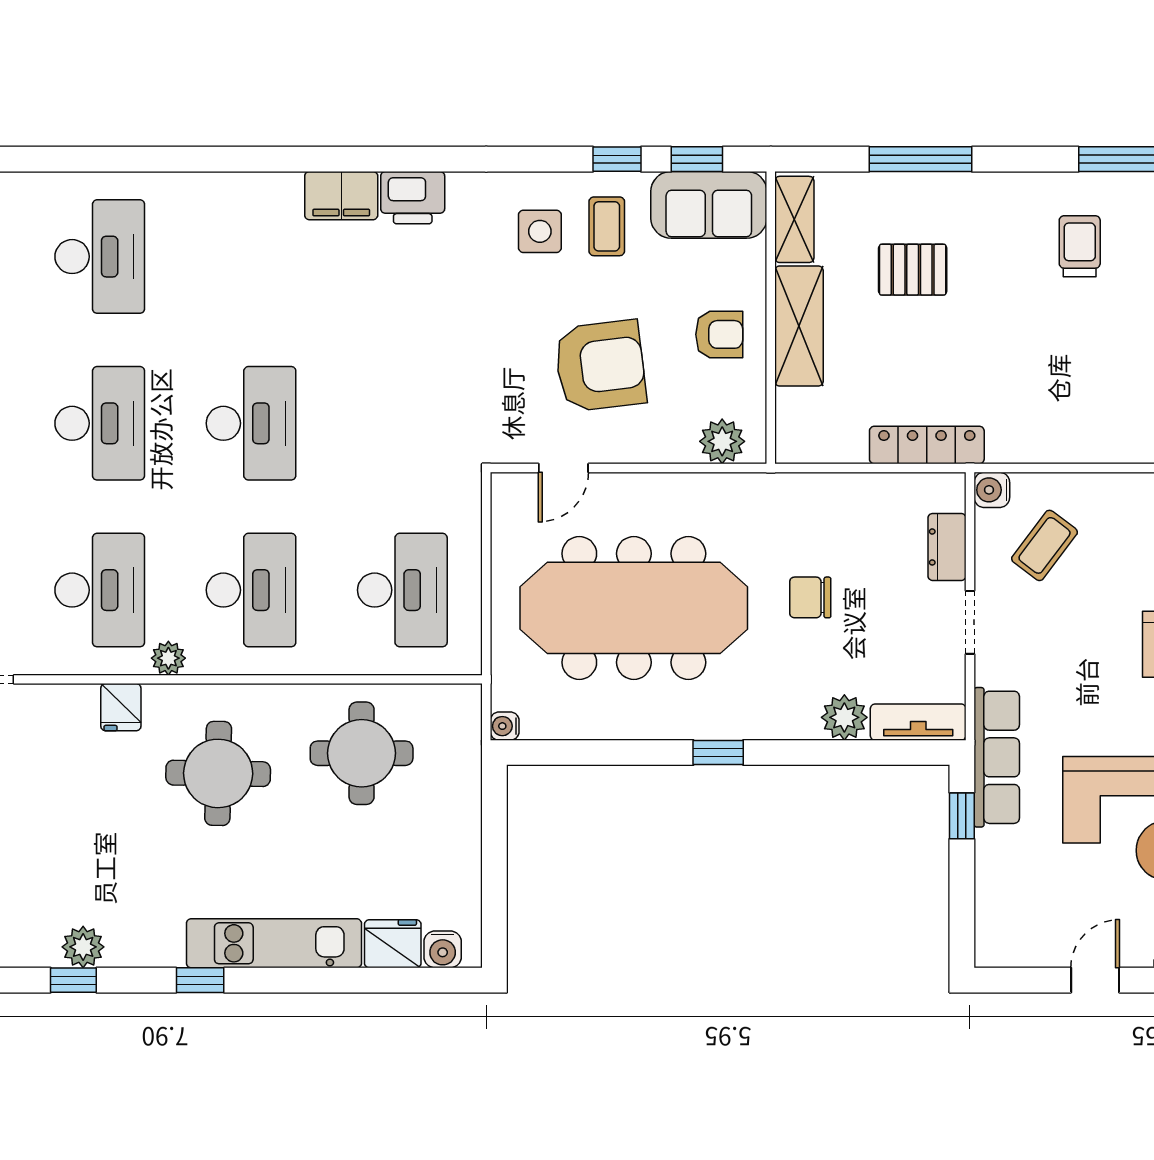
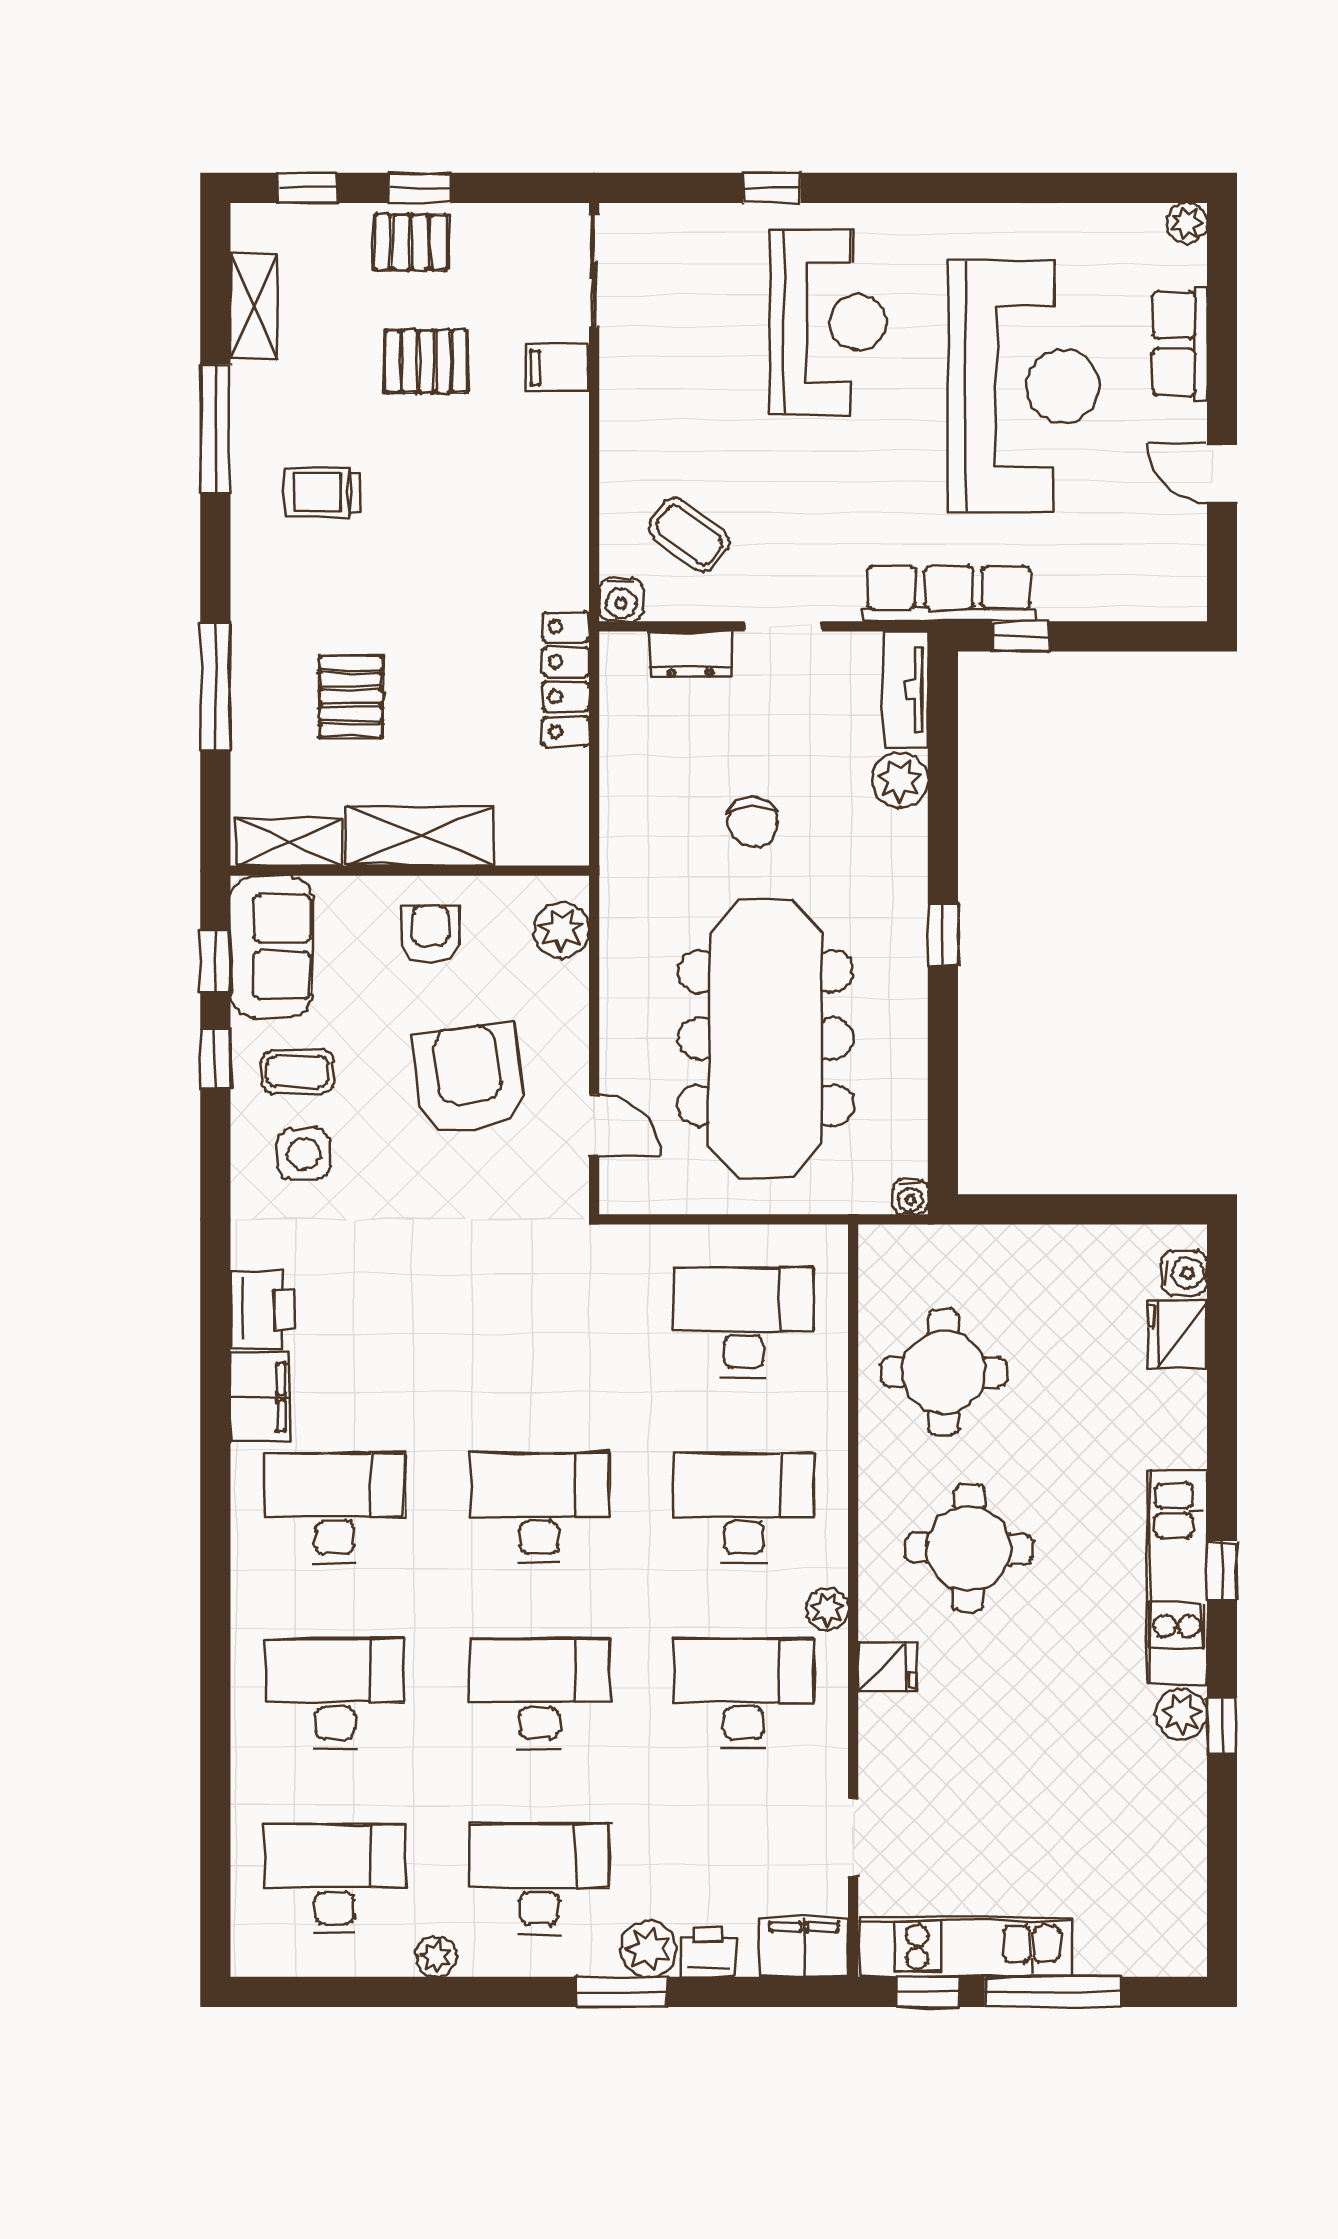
desk: (251, 257) -> (335, 1508), added
kitchen unit: (274, 943) -> (1177, 1577), moved

